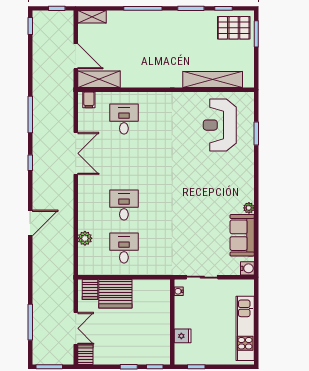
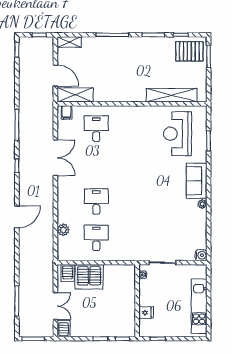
sofa: (242, 235) -> (197, 181), moved

